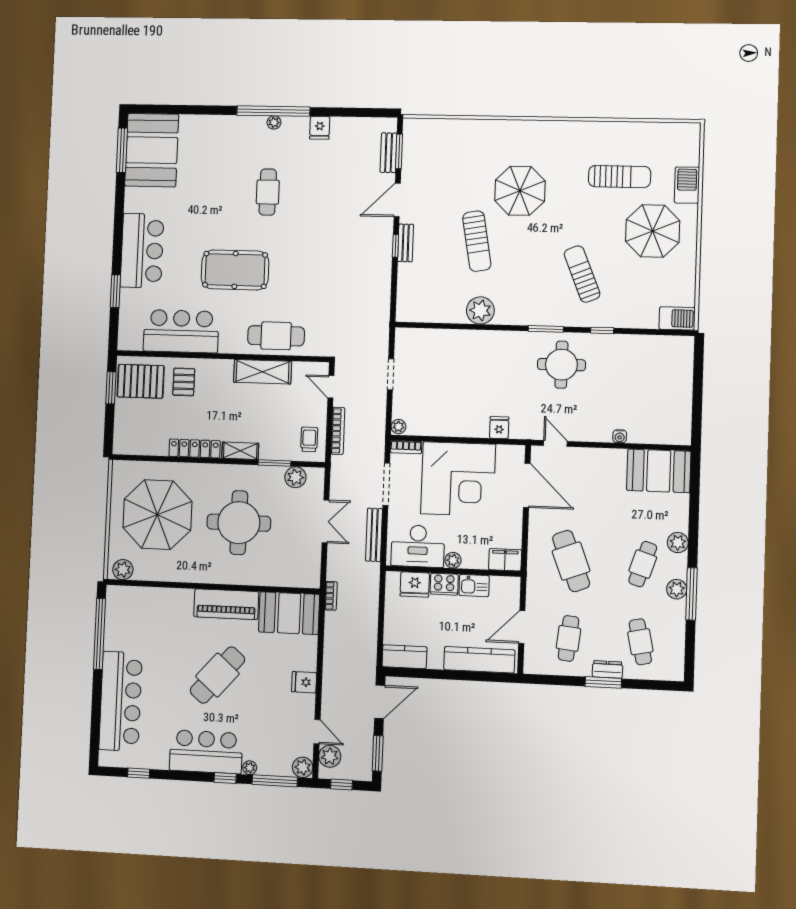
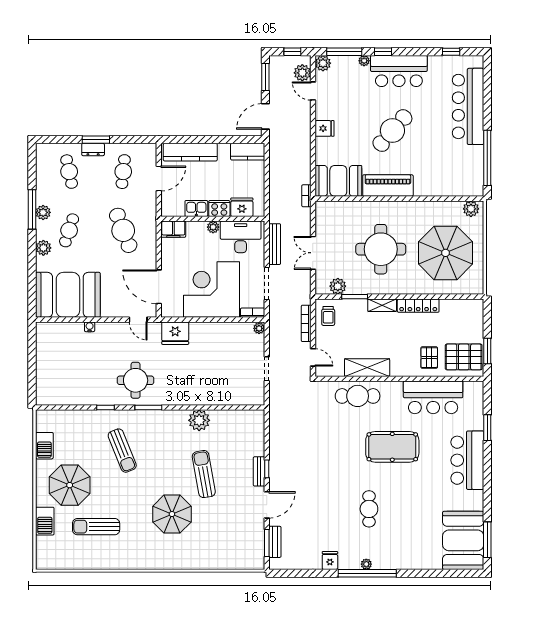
barbecue: (677, 318) -> (44, 446), moved, turned -90
fridge: (499, 428) -> (175, 333), width x1.88, depth x1.34
booth: (659, 471) -> (68, 295), width x1.36, depth x1.42

